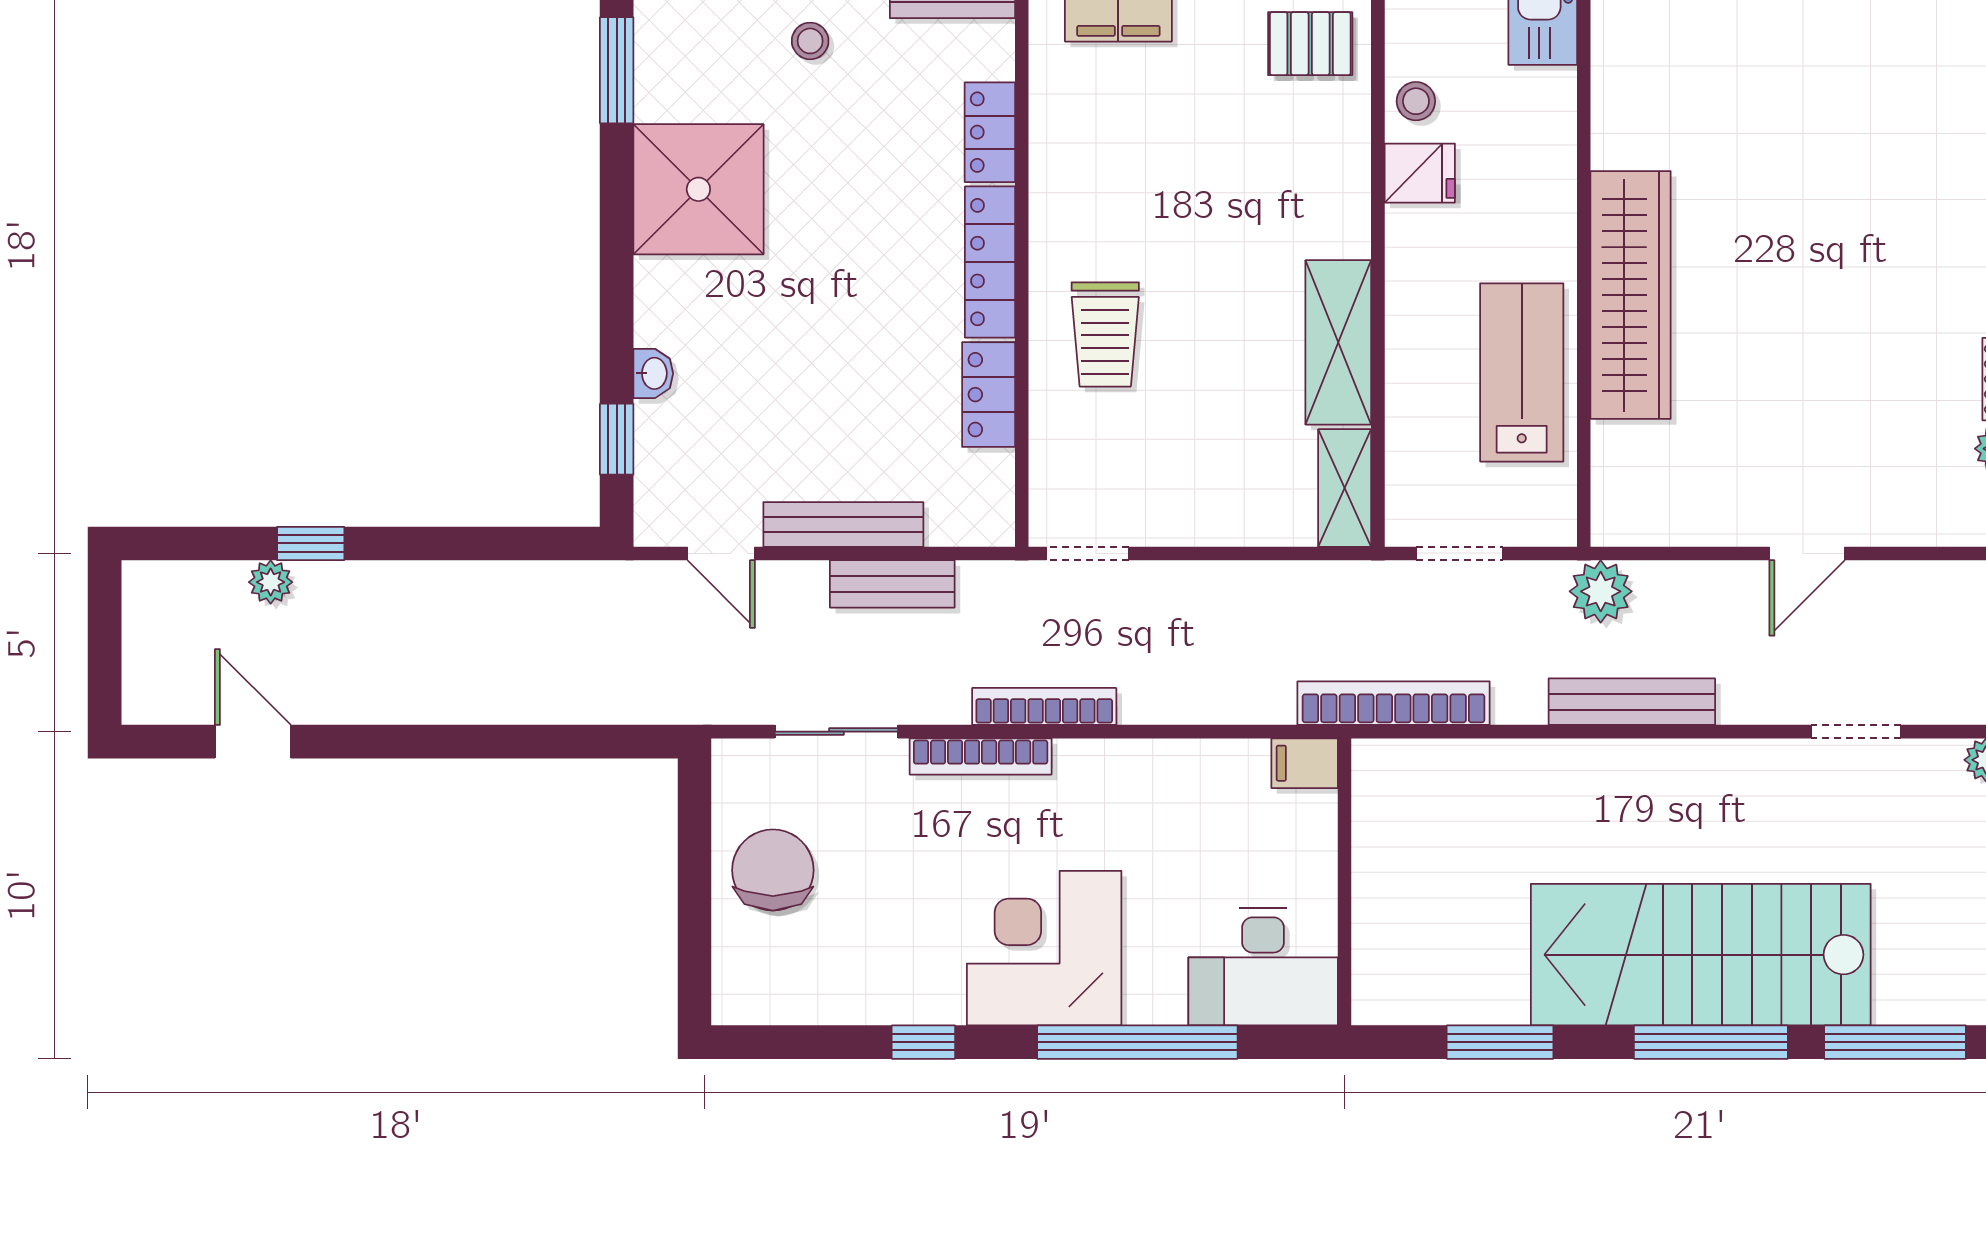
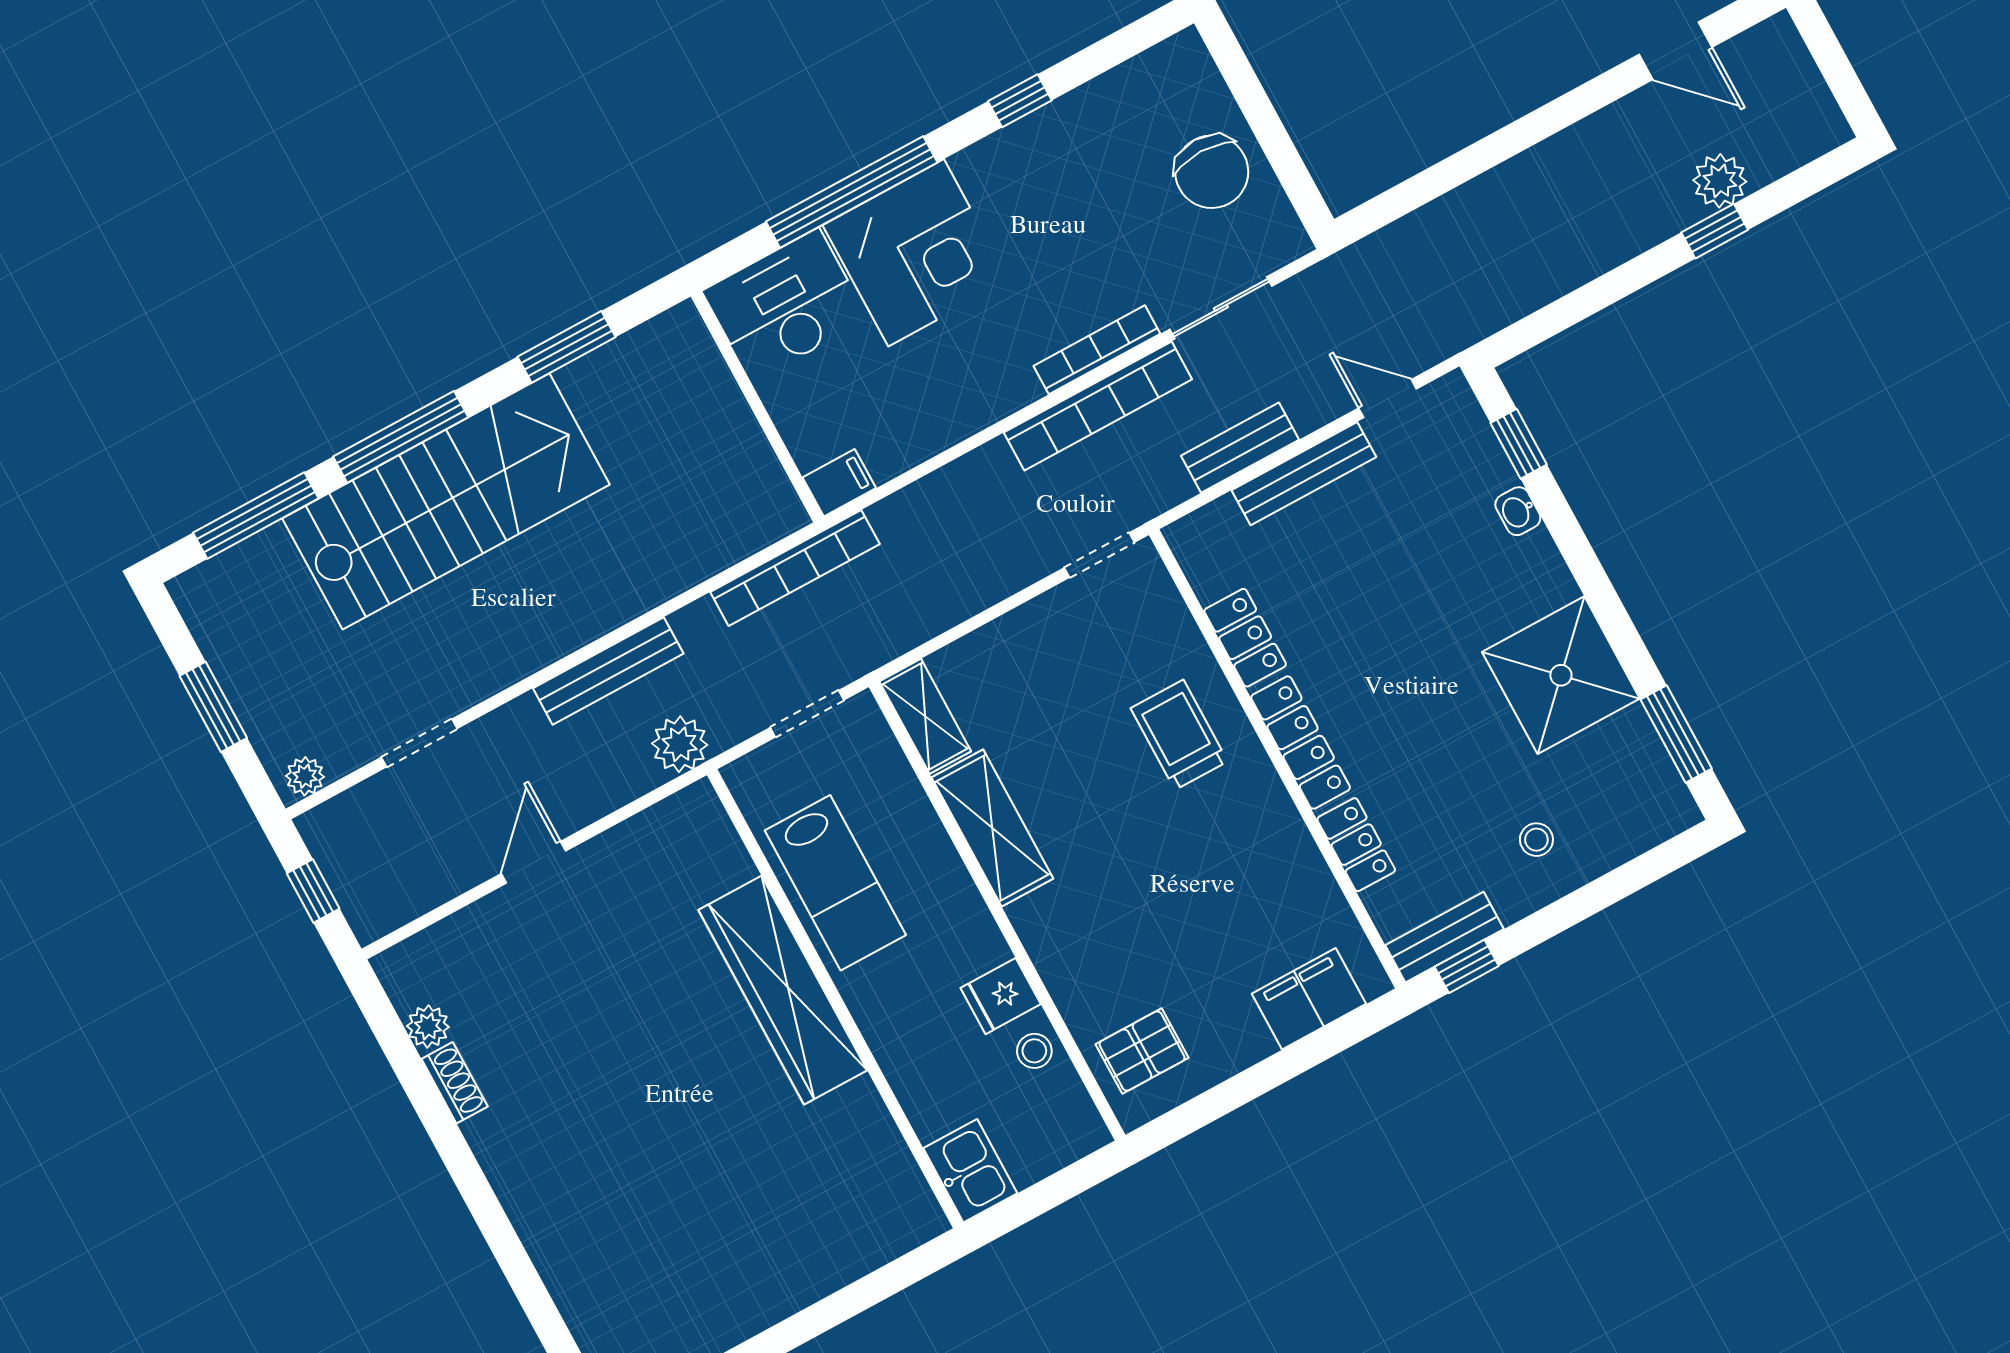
plant: (271, 582) -> (1720, 181), width x1.38, depth x1.38
bookcase: (1044, 706) -> (1098, 406), width x1.48, depth x1.31
corner desk: (1044, 948) -> (916, 253), moved

